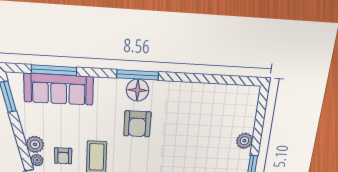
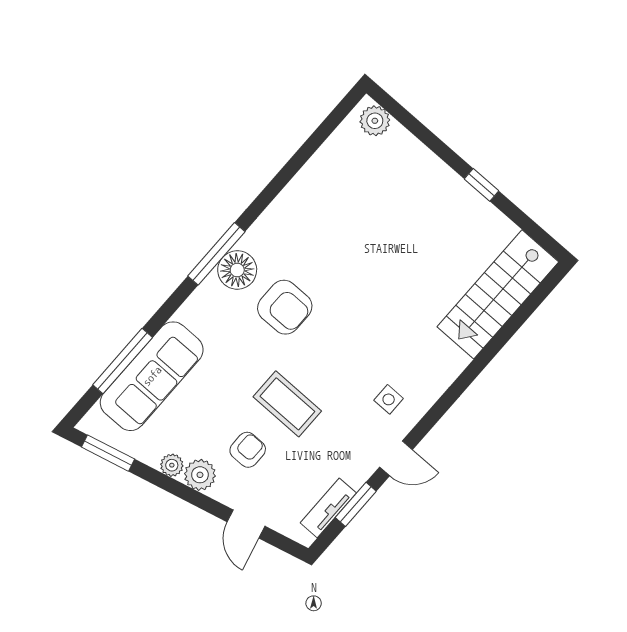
plant: (244, 141) -> (375, 121), moved
armchair: (63, 156) -> (248, 450), turned -90
plant: (37, 160) -> (172, 465), moved

